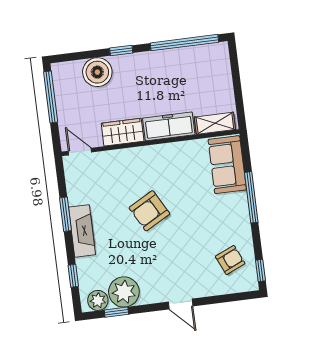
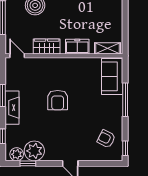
freezer: (169, 126) -> (77, 47), width x0.71
armchair: (149, 211) -> (58, 100), turned -61
armchair: (230, 260) -> (106, 139), turned -129

